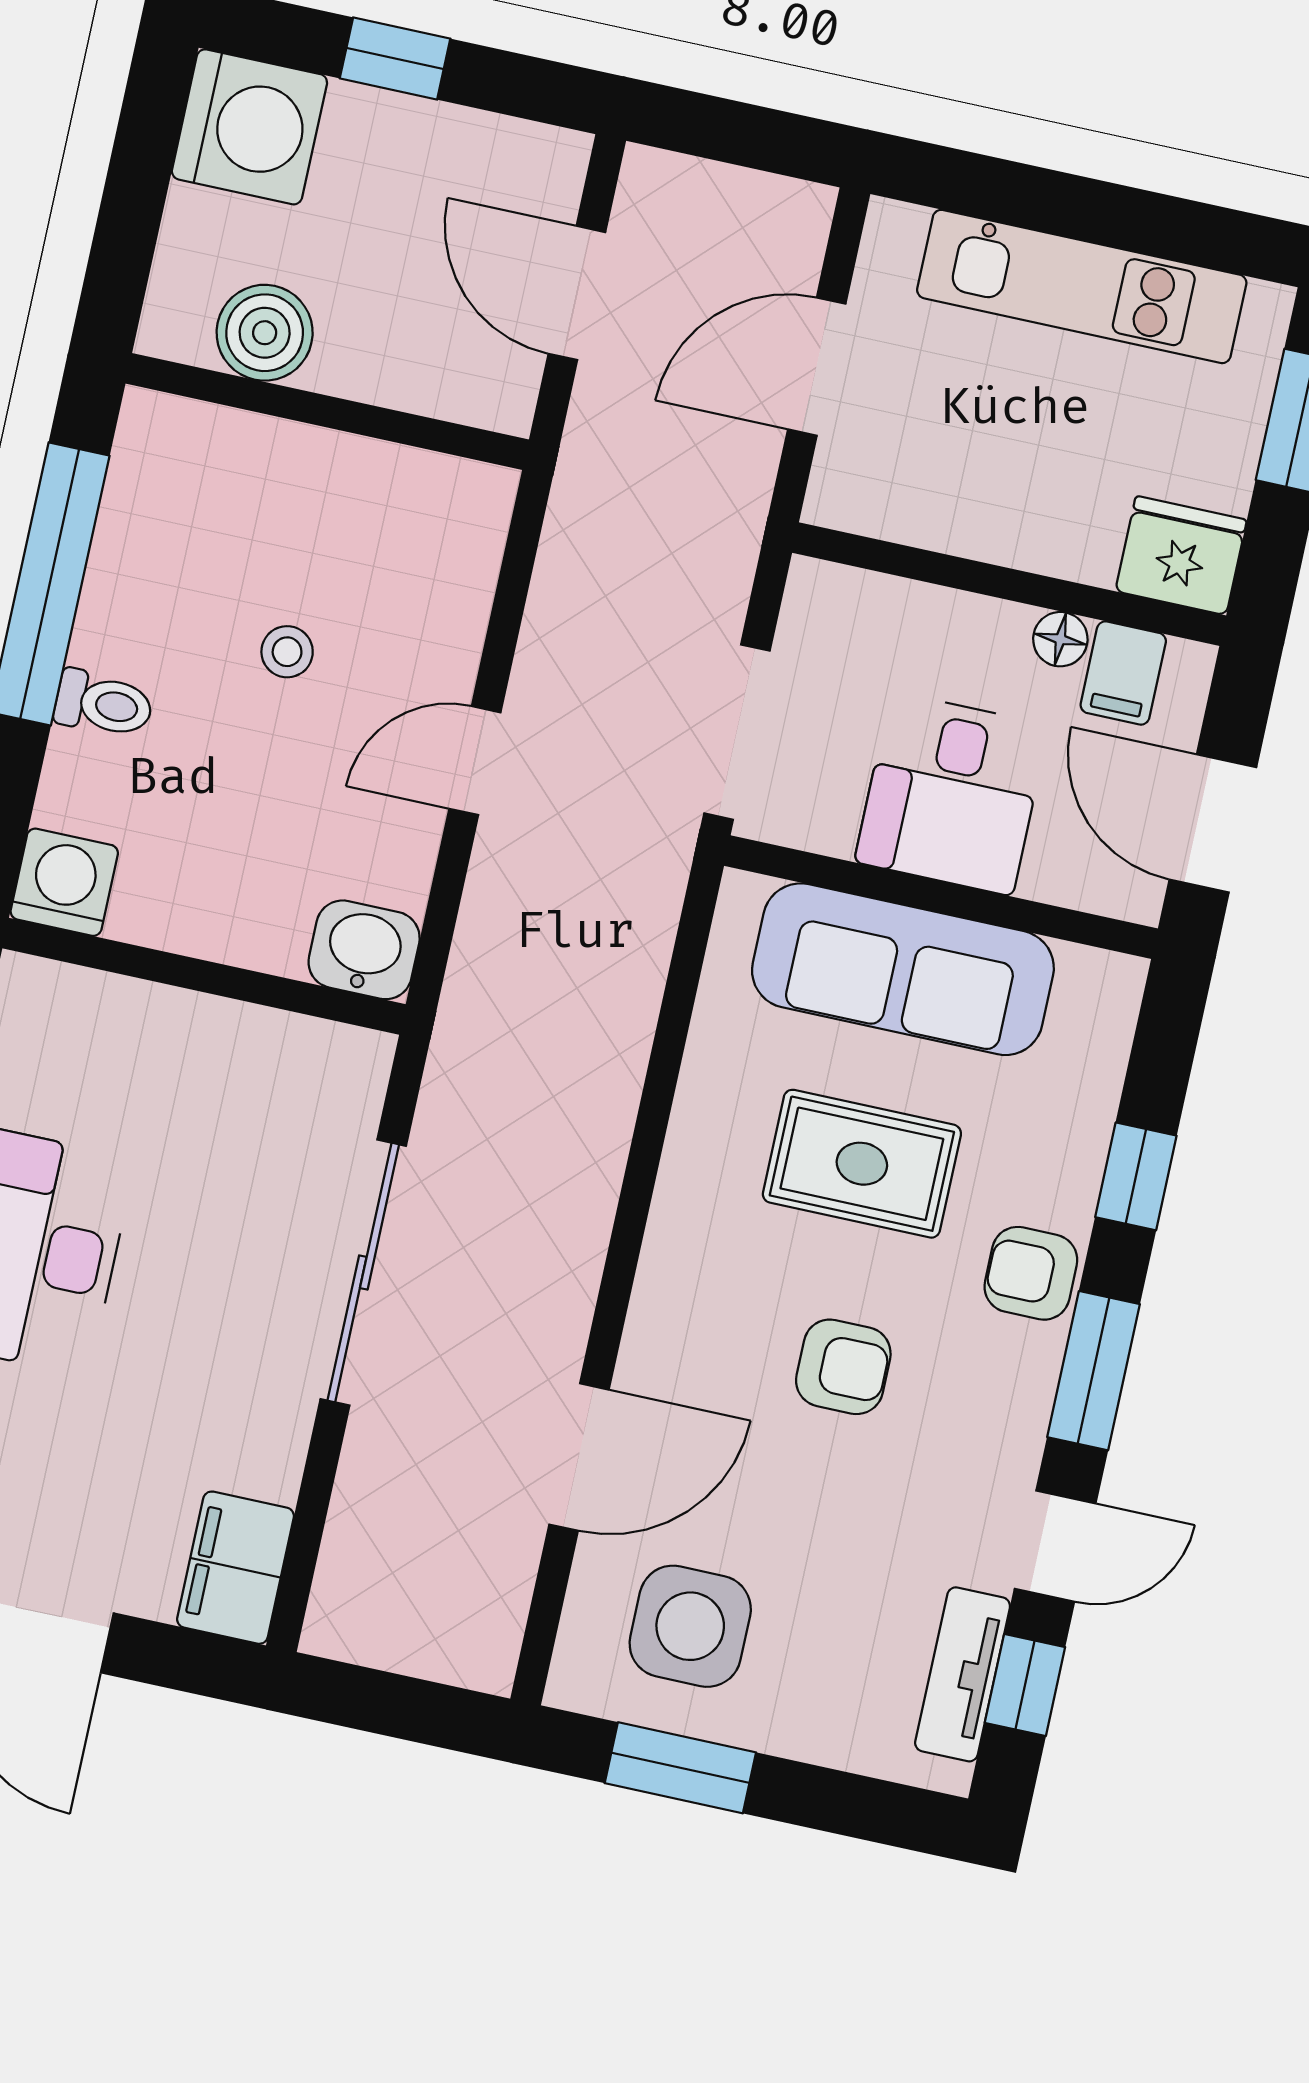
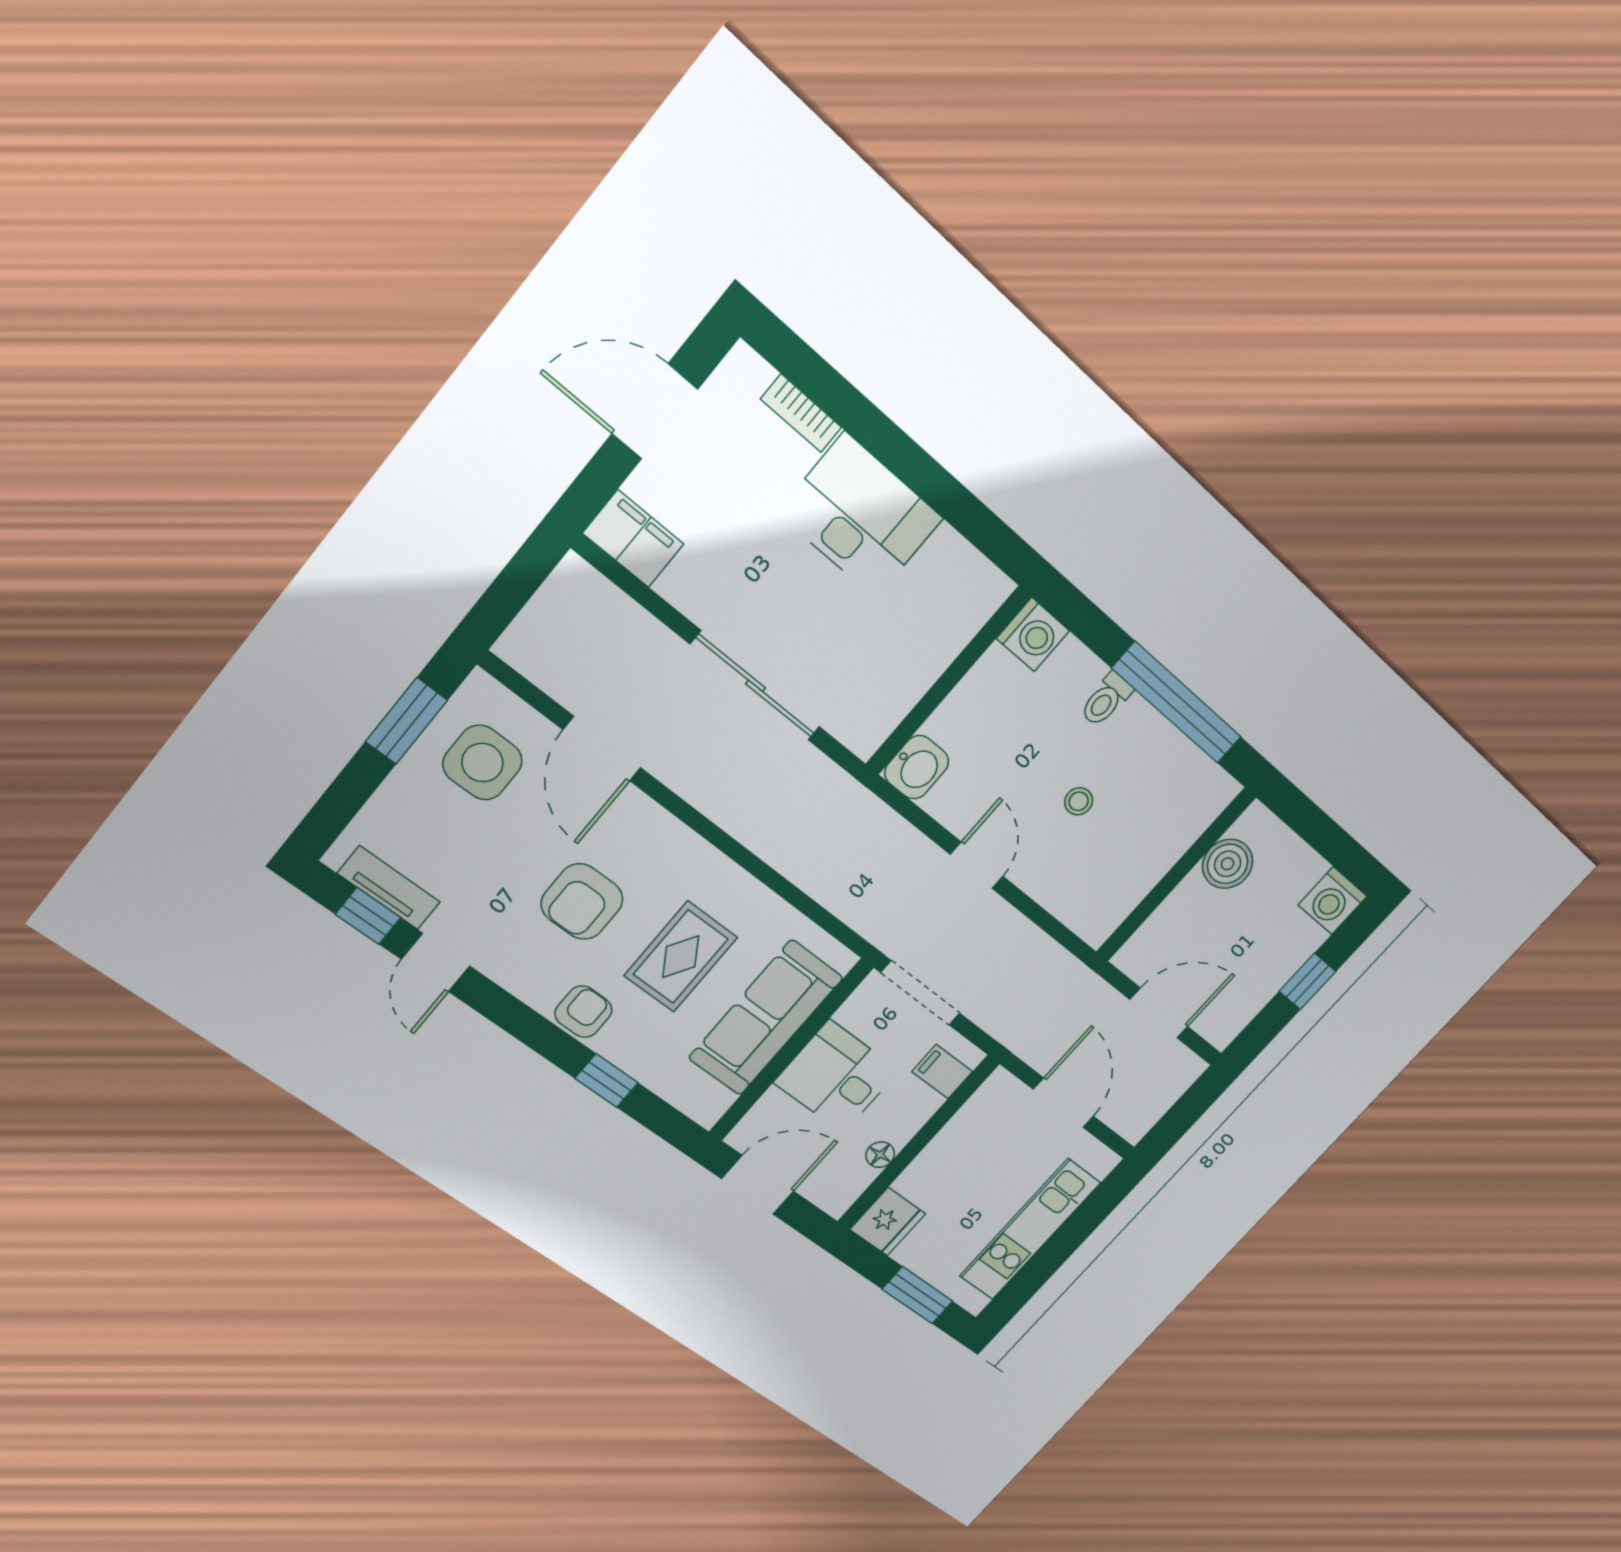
washing machine: (249, 127) -> (1333, 901), width x0.73, depth x0.73
filing cabinet: (1123, 673) -> (942, 1072), moved
armchair: (843, 1367) -> (582, 902), width x1.38, depth x1.38
window: (1094, 1371) -> (518, 1020), removed

